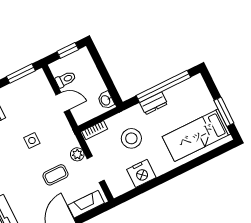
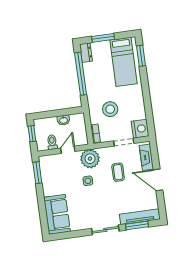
washbasin: (106, 100) -> (63, 120), moved
dresser: (154, 103) -> (86, 53), moved
window: (224, 112) -> (103, 38), moved
plant: (77, 154) -> (90, 159), moved, width x1.87, depth x1.87
window: (211, 155) -> (141, 56), added
nightstand: (141, 173) -> (140, 129), moved

